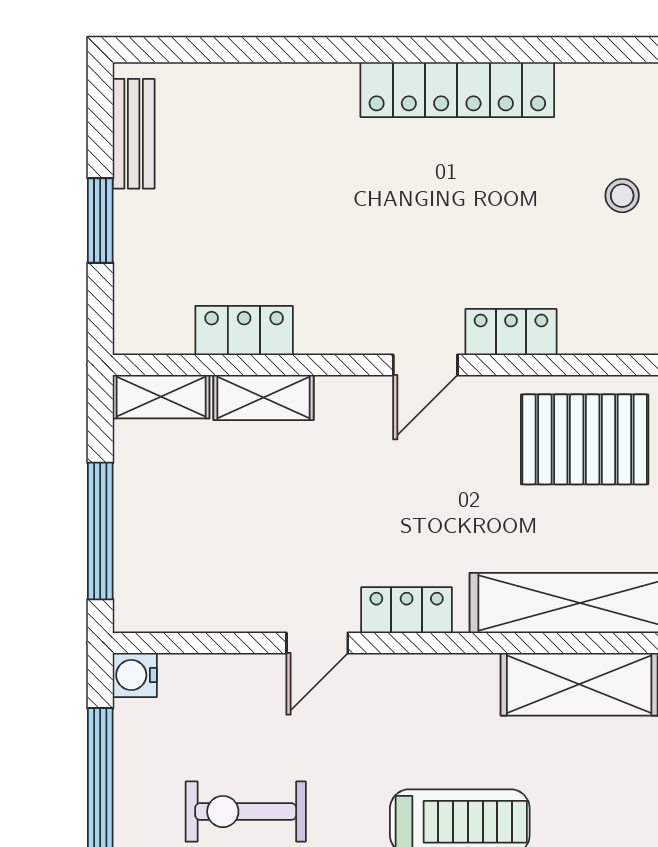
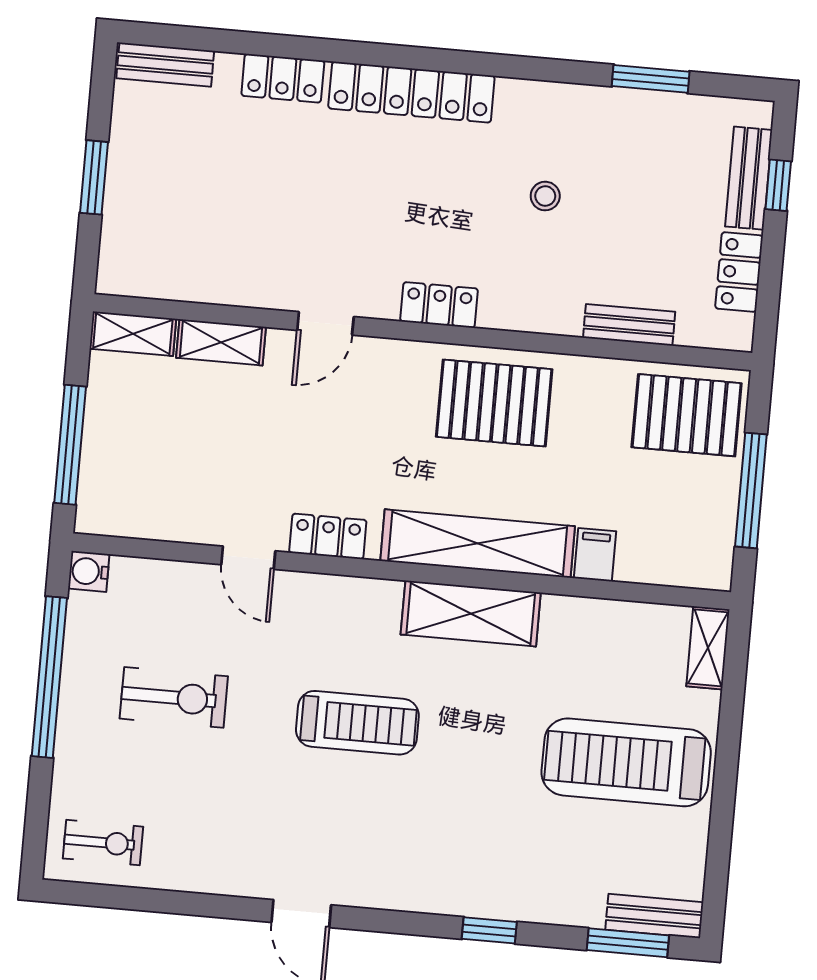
bench: (134, 134) -> (165, 65), moved, turned 90
locker: (244, 330) -> (283, 78), moved, turned 180
door: (425, 365) -> (325, 323), moved
door: (317, 643) -> (248, 558), hinge flipped
exercise bike: (246, 812) -> (174, 697), turned 180

